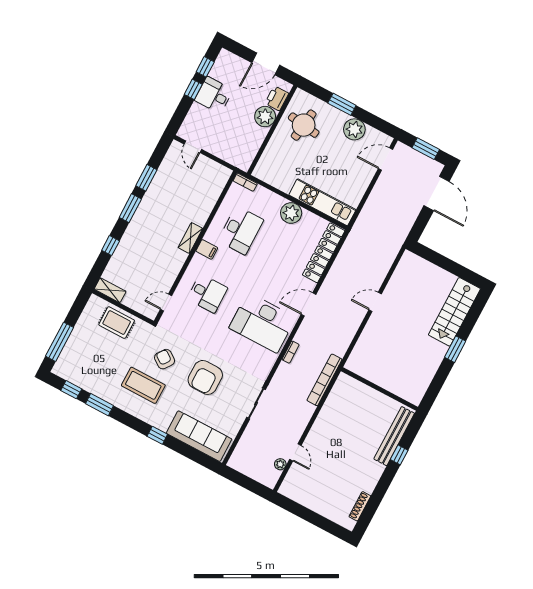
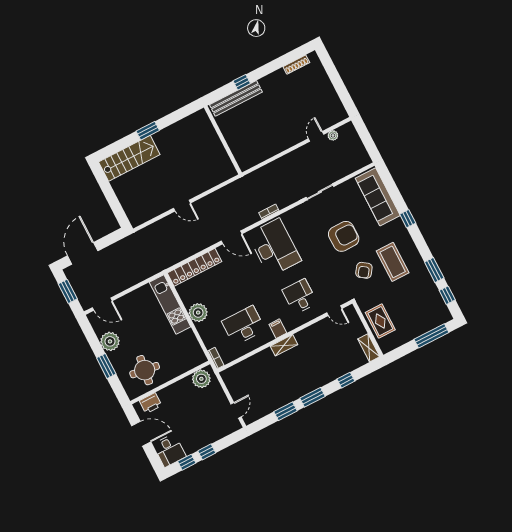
desk: (214, 95) -> (169, 450), moved
plant: (265, 117) -> (201, 379), moved
bookcase: (324, 380) -> (258, 174), removed

